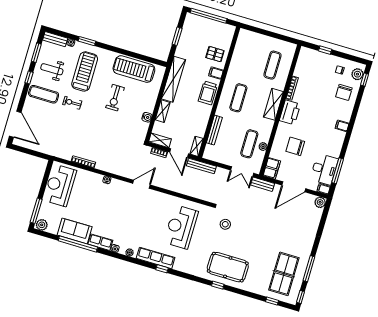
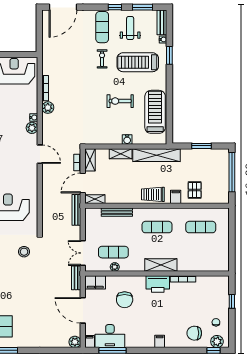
exercise mat: (272, 65) -> (201, 227), moved
treadmill: (85, 71) -> (138, 62), turned 180
water cooler: (147, 117) -> (127, 140), moved
chair: (295, 146) -> (125, 300), turned 180
plant: (102, 165) -> (48, 108), added
plant: (116, 184) -> (32, 128), added

